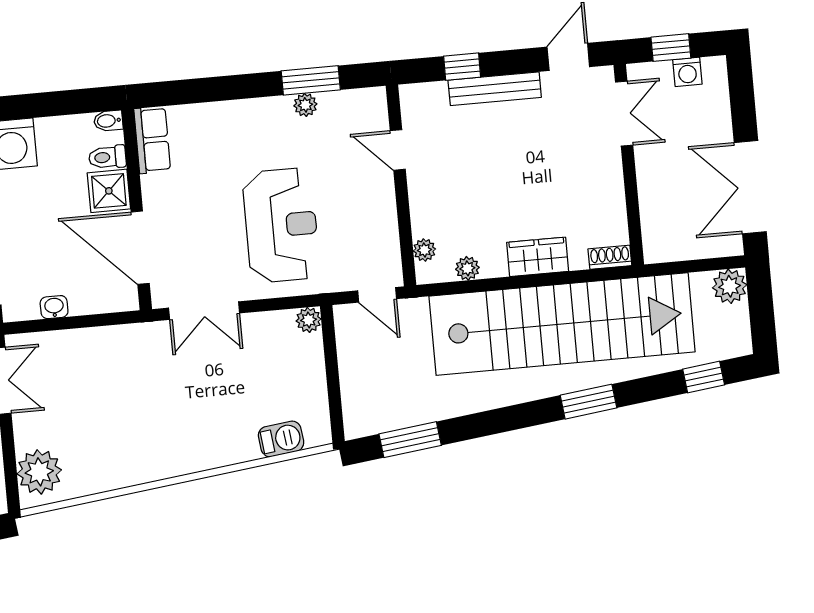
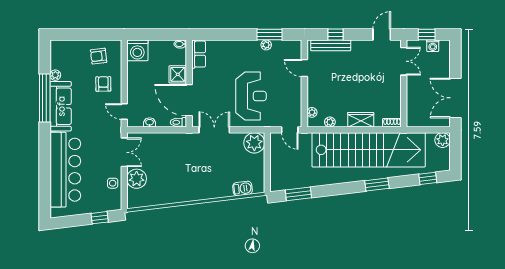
bench: (495, 89) -> (331, 45), moved
toilet: (107, 157) -> (178, 122), moved
double door: (204, 311) -> (214, 130), swing flipped
plant: (309, 320) -> (254, 143), width x1.87, depth x1.87
plant: (39, 472) -> (137, 179), moved

